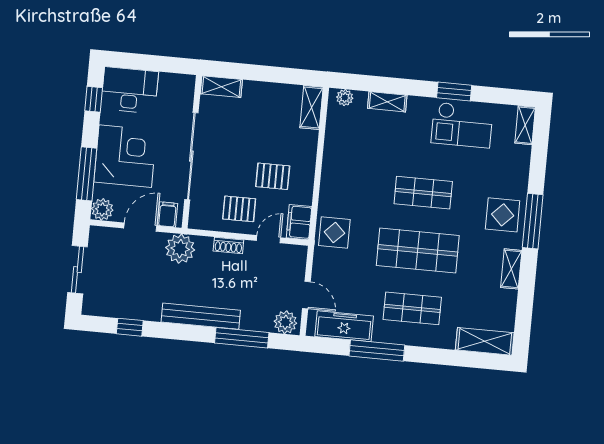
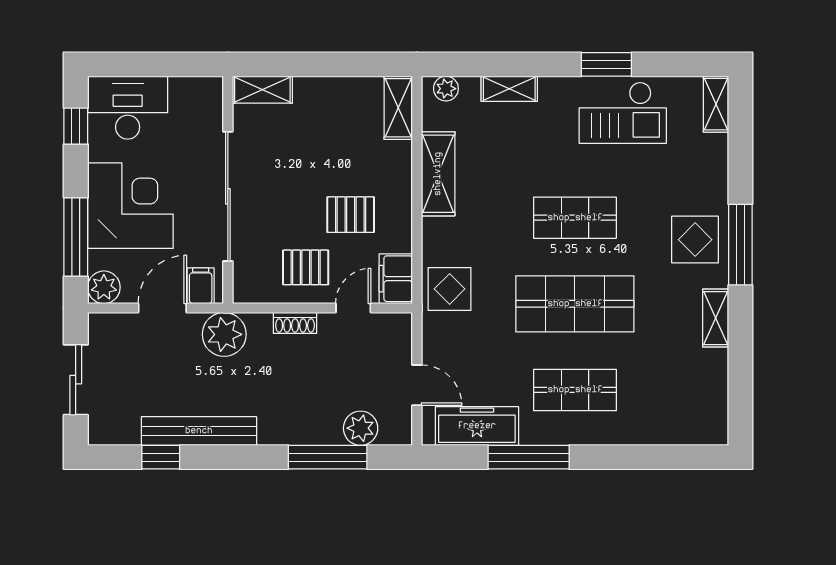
bench: (201, 316) -> (199, 431), moved
plant: (285, 322) -> (361, 428), moved
shelving: (485, 341) -> (438, 174), moved, turned 90

